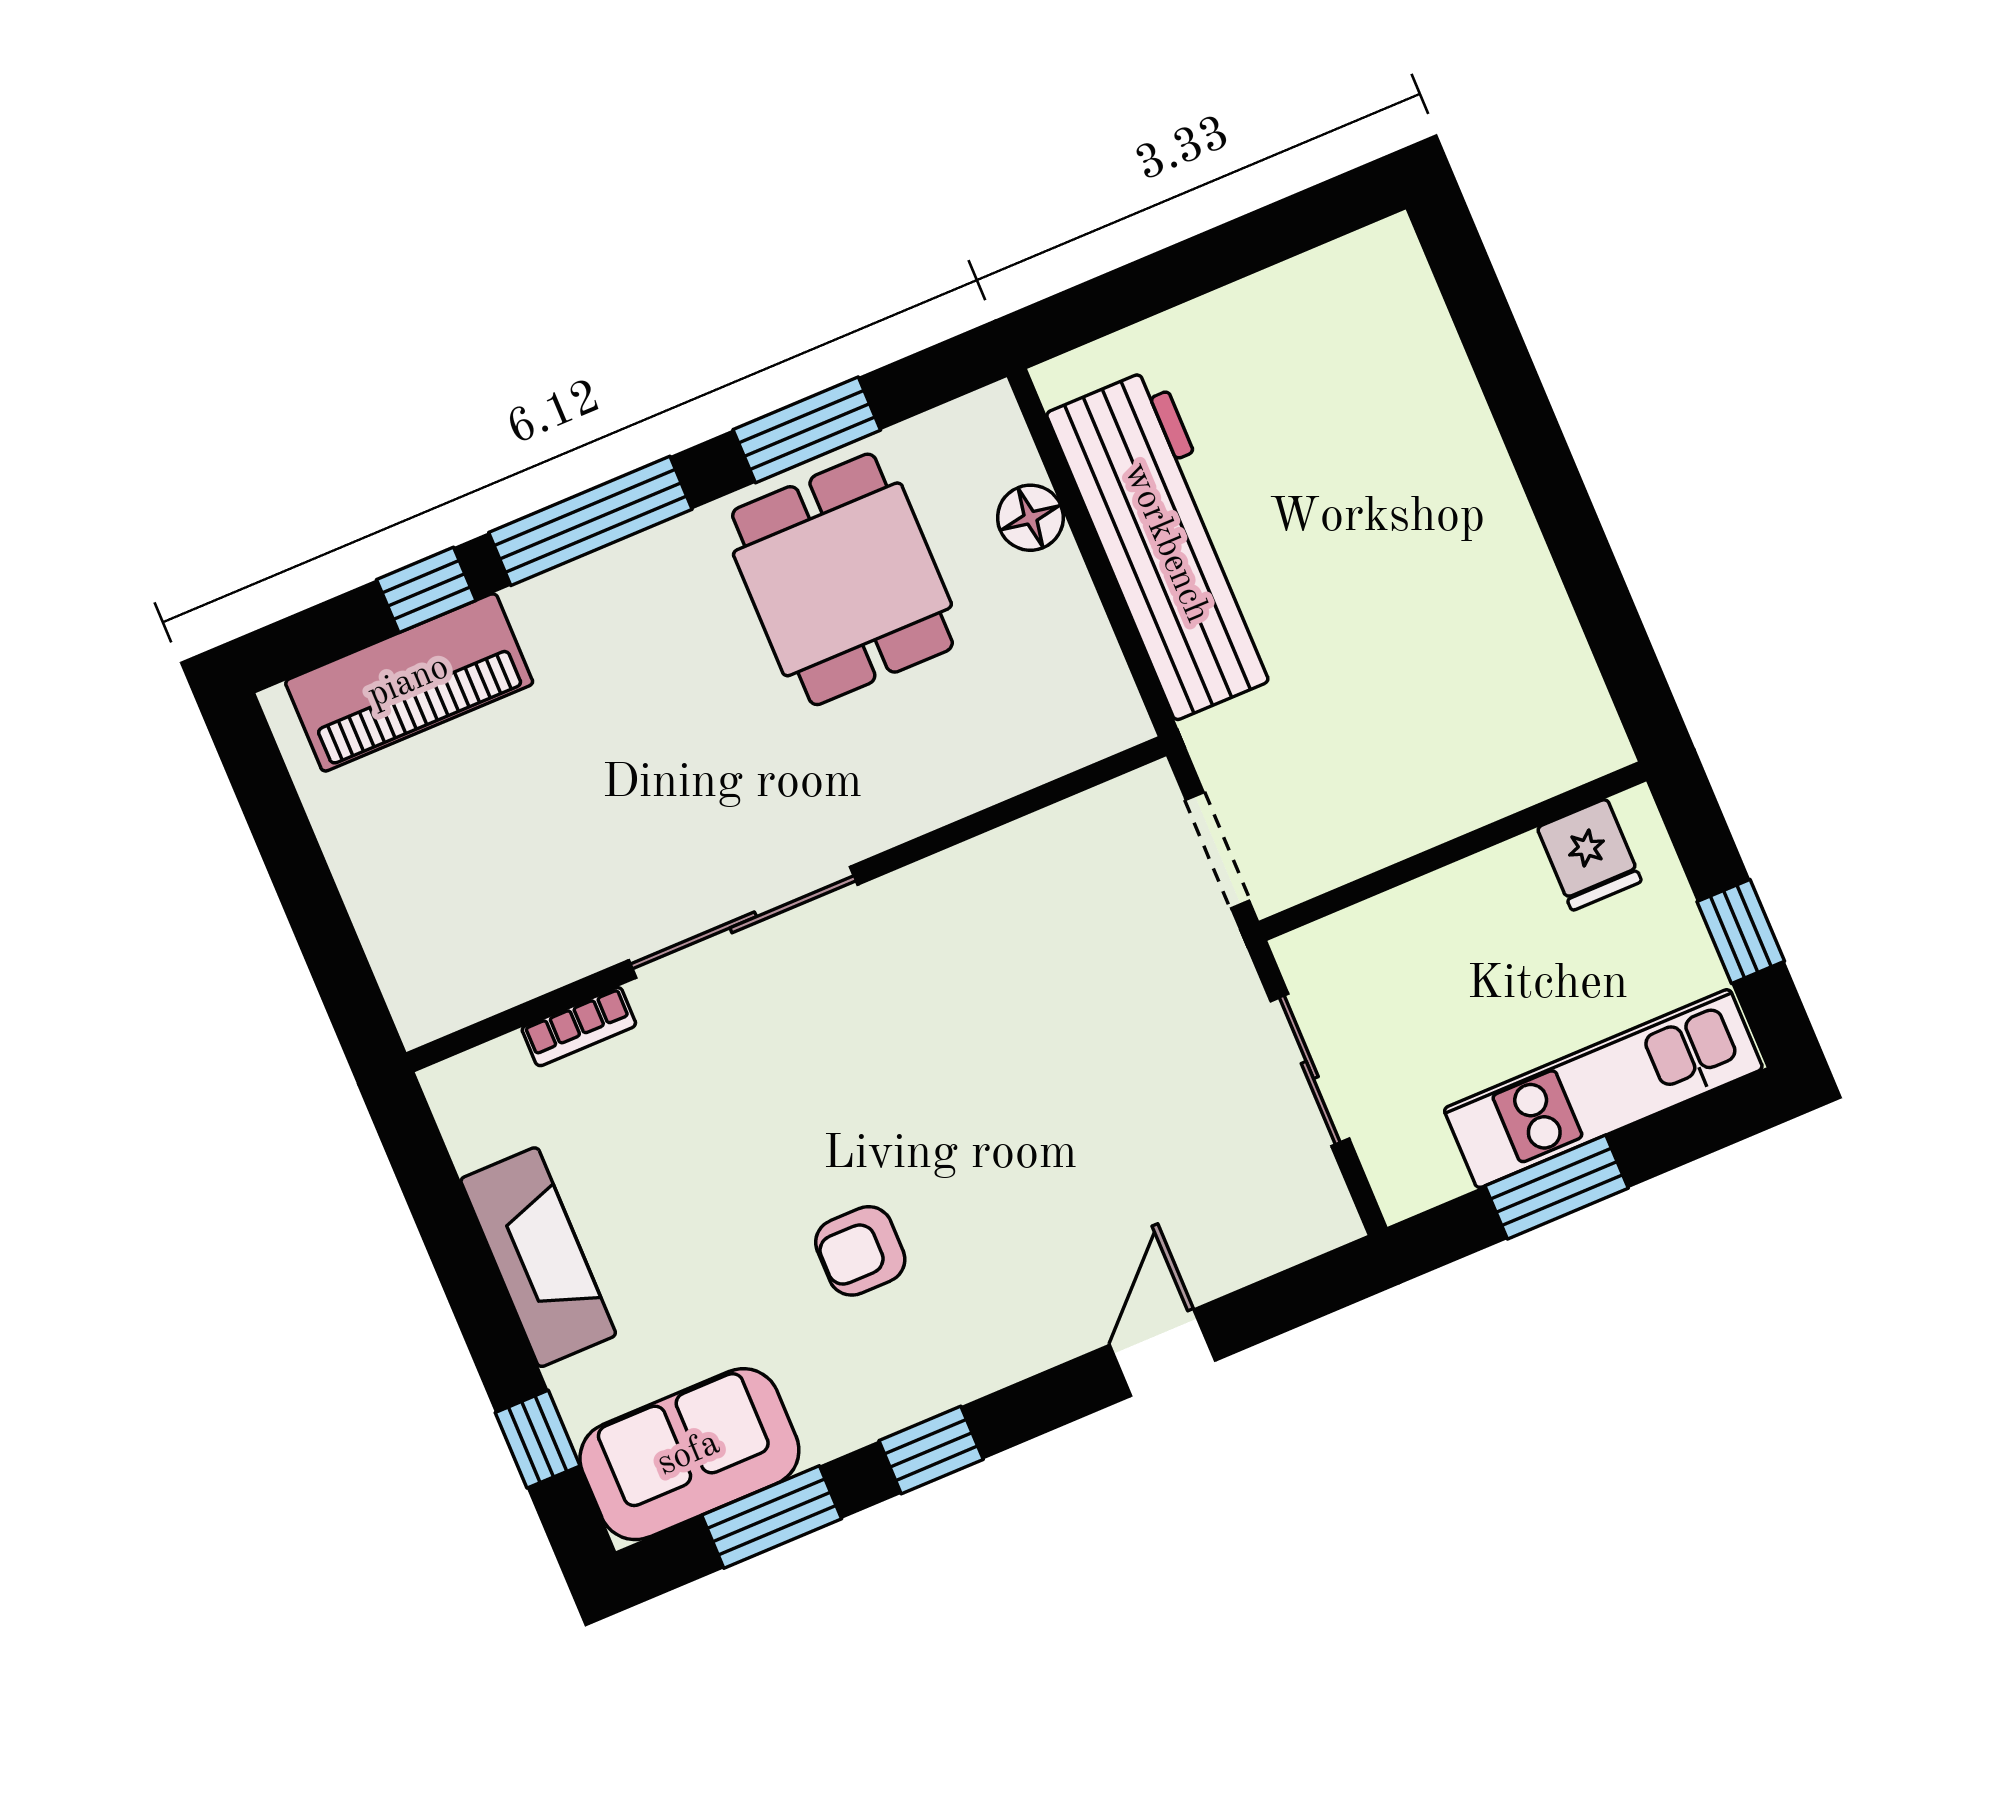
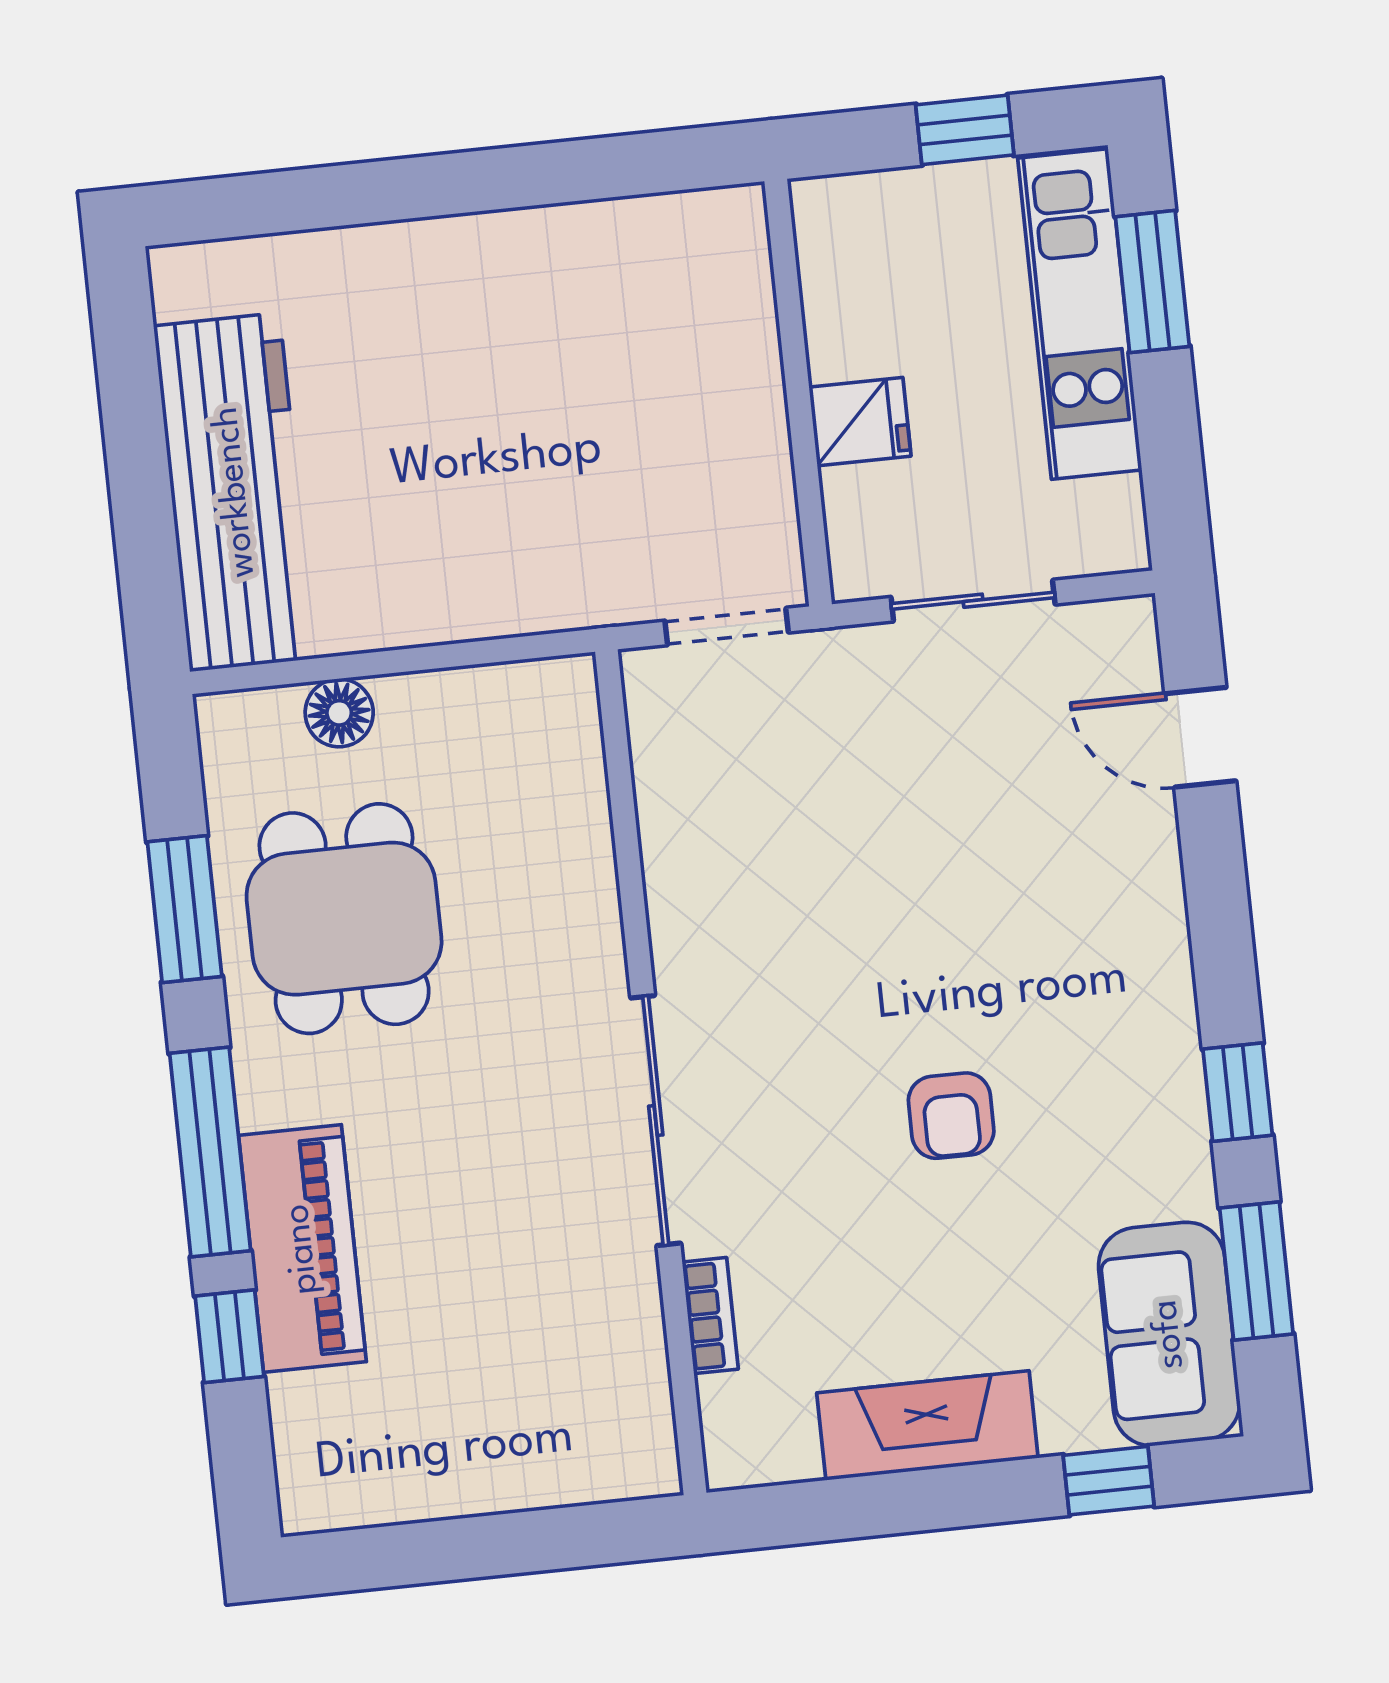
workbench: (1166, 543) -> (235, 492), moved, turned 90
dining table: (842, 579) -> (344, 919), turned 90
piano: (409, 682) -> (302, 1249), moved
fridge: (1589, 855) -> (860, 422), moved
window: (1557, 1187) -> (1152, 282), moved
armchair: (860, 1251) -> (951, 1116), moved
door: (1162, 1353) -> (1200, 737), moved

